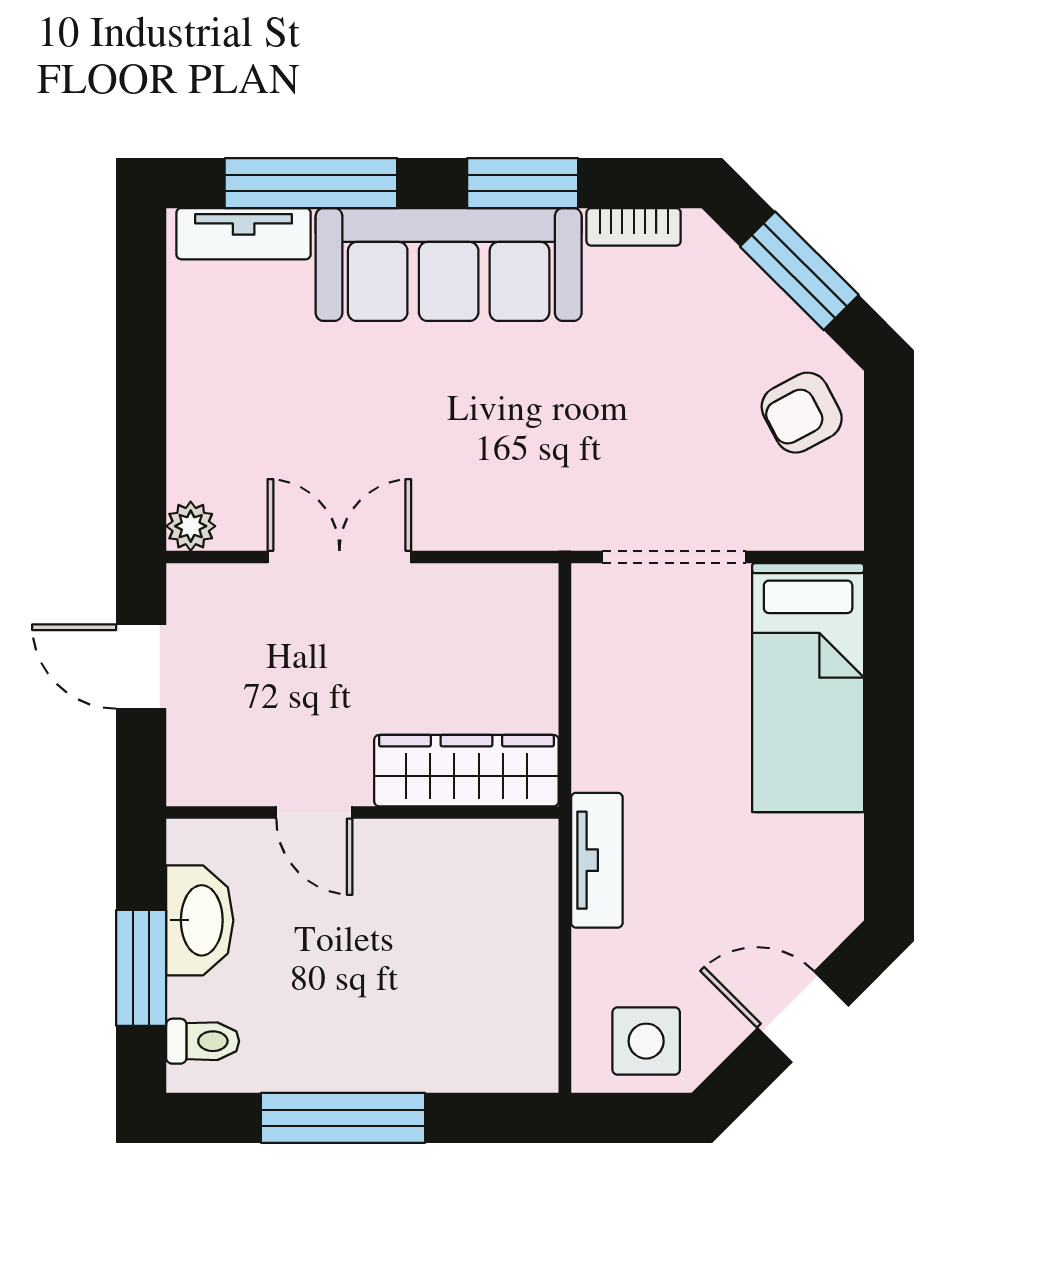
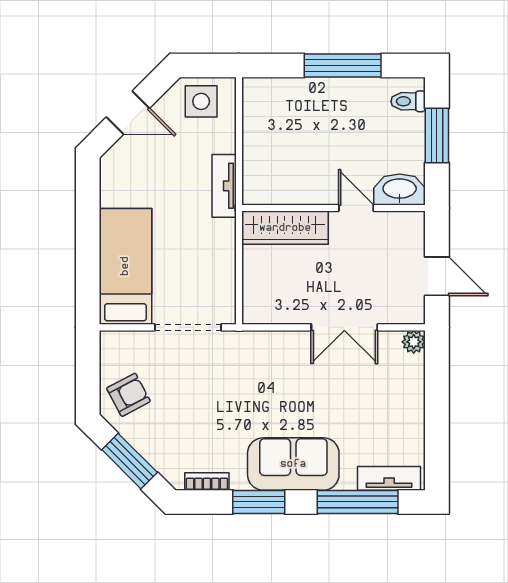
sofa: (449, 264) -> (293, 464), width x0.73
washbasin: (200, 920) -> (400, 189), moved, turned 90

